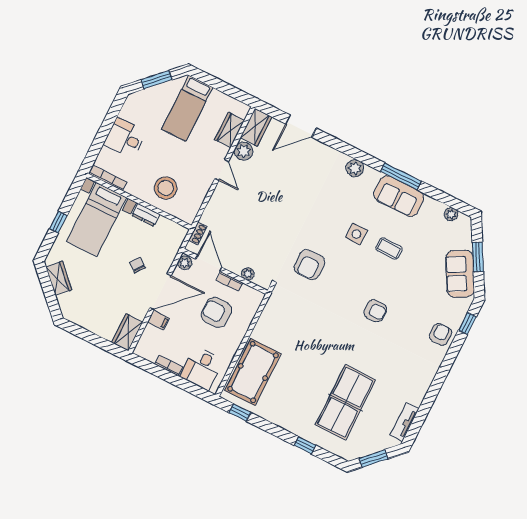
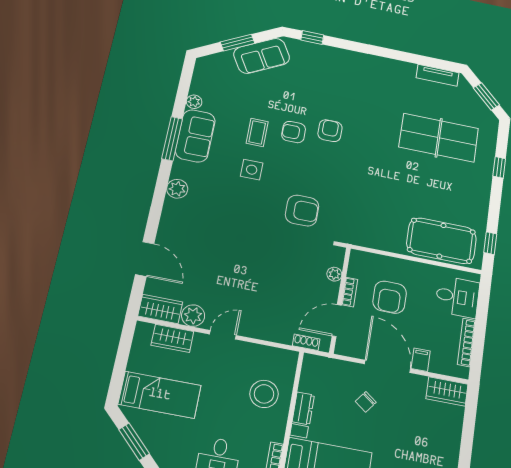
plant: (451, 214) -> (194, 102), moved
plant: (185, 263) -> (345, 348), removed
armchair: (440, 334) -> (294, 132), moved
bookcase: (169, 366) -> (467, 342), width x1.56

